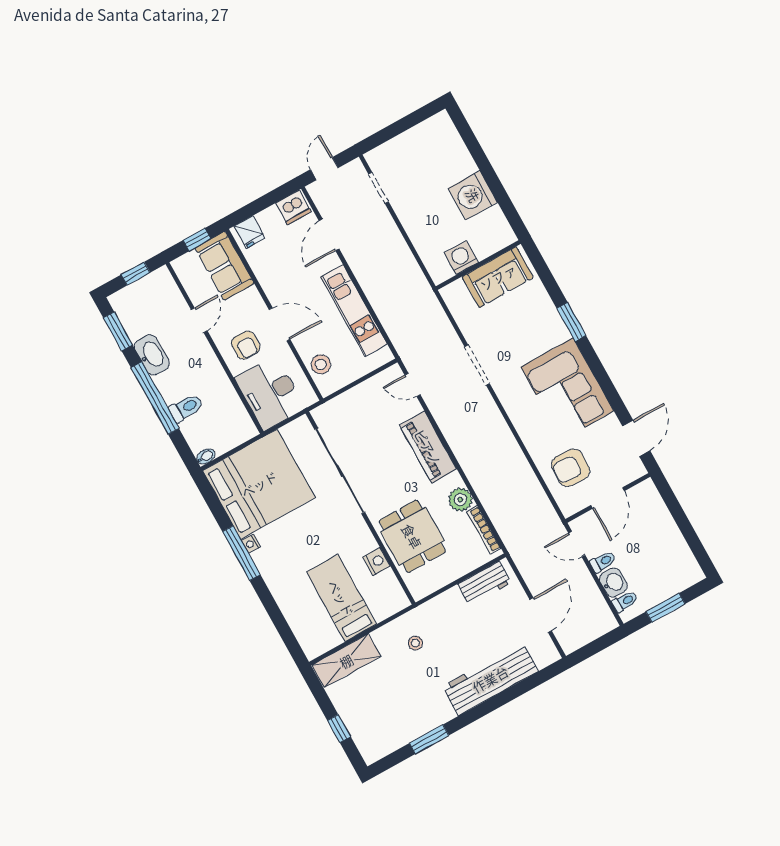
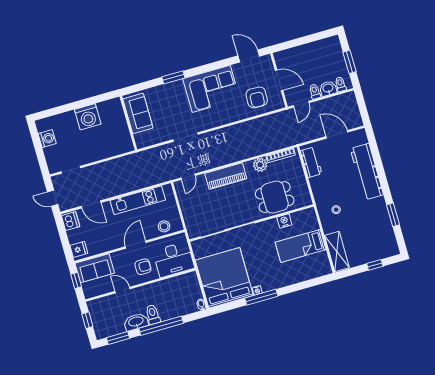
washing machine: (461, 258) -> (47, 139), moved, turned 180
toilet: (186, 408) -> (153, 314), moved

